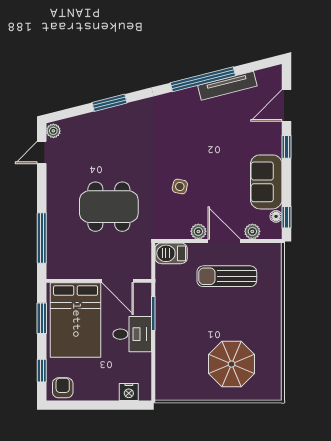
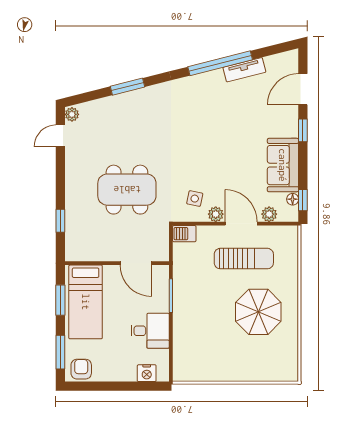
tv unit: (227, 86) -> (244, 70), width x0.71
side table: (180, 186) -> (195, 199), moved
window: (42, 238) -> (60, 221), width x0.46
barbecue: (171, 253) -> (184, 234), width x0.73, depth x0.79
sun lounger: (227, 276) -> (244, 259), turned 180
bed: (76, 320) -> (86, 302), width x0.67
desk: (132, 334) -> (150, 331), moved
parasol: (232, 364) -> (258, 312), moved
window: (42, 371) -> (60, 352), width x1.50

